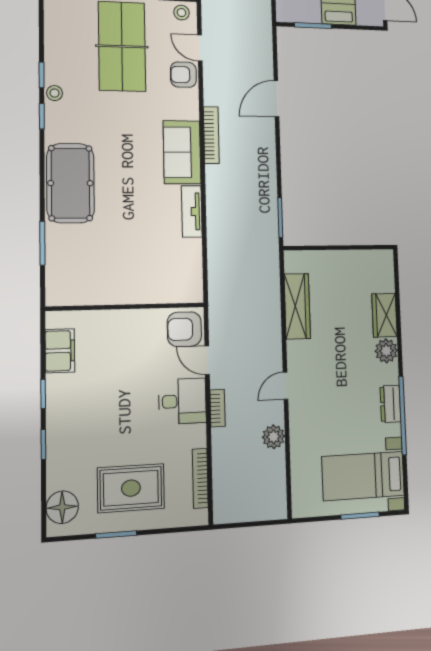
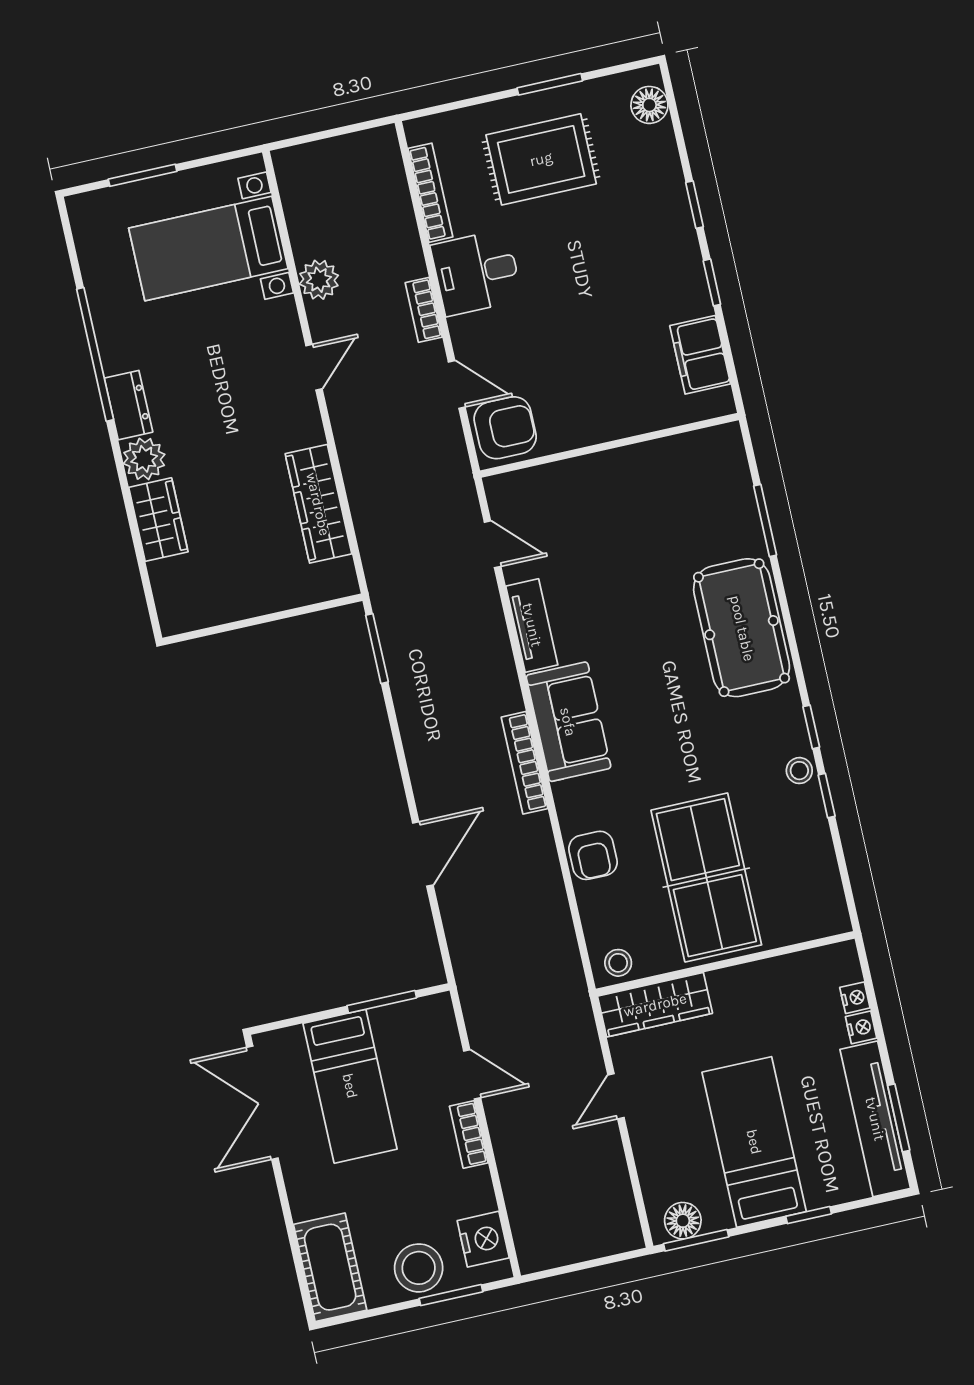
door: (200, 48) -> (493, 544), moved
armchair: (183, 75) -> (593, 855), turned 90
desk: (182, 401) -> (476, 273), moved
dresser: (390, 404) -> (128, 405), moved
bed with nightstands: (363, 476) -> (208, 248), moved, turned 180
floor lamp: (62, 507) -> (649, 105), width x0.73, depth x0.73

